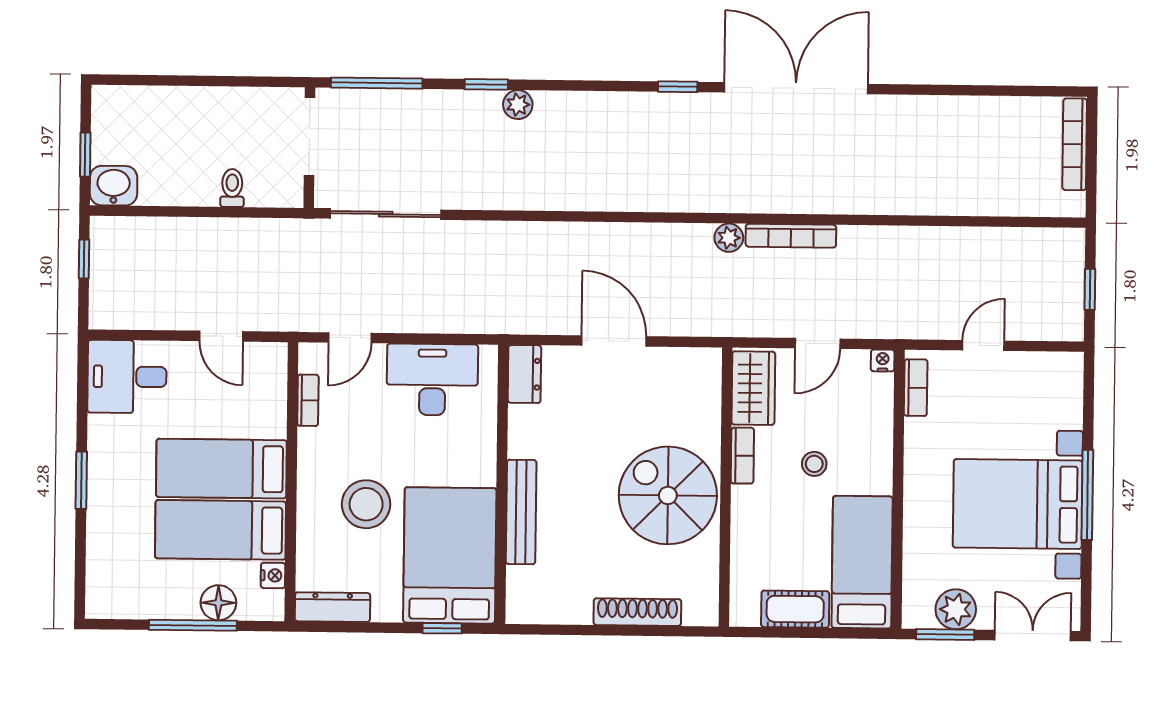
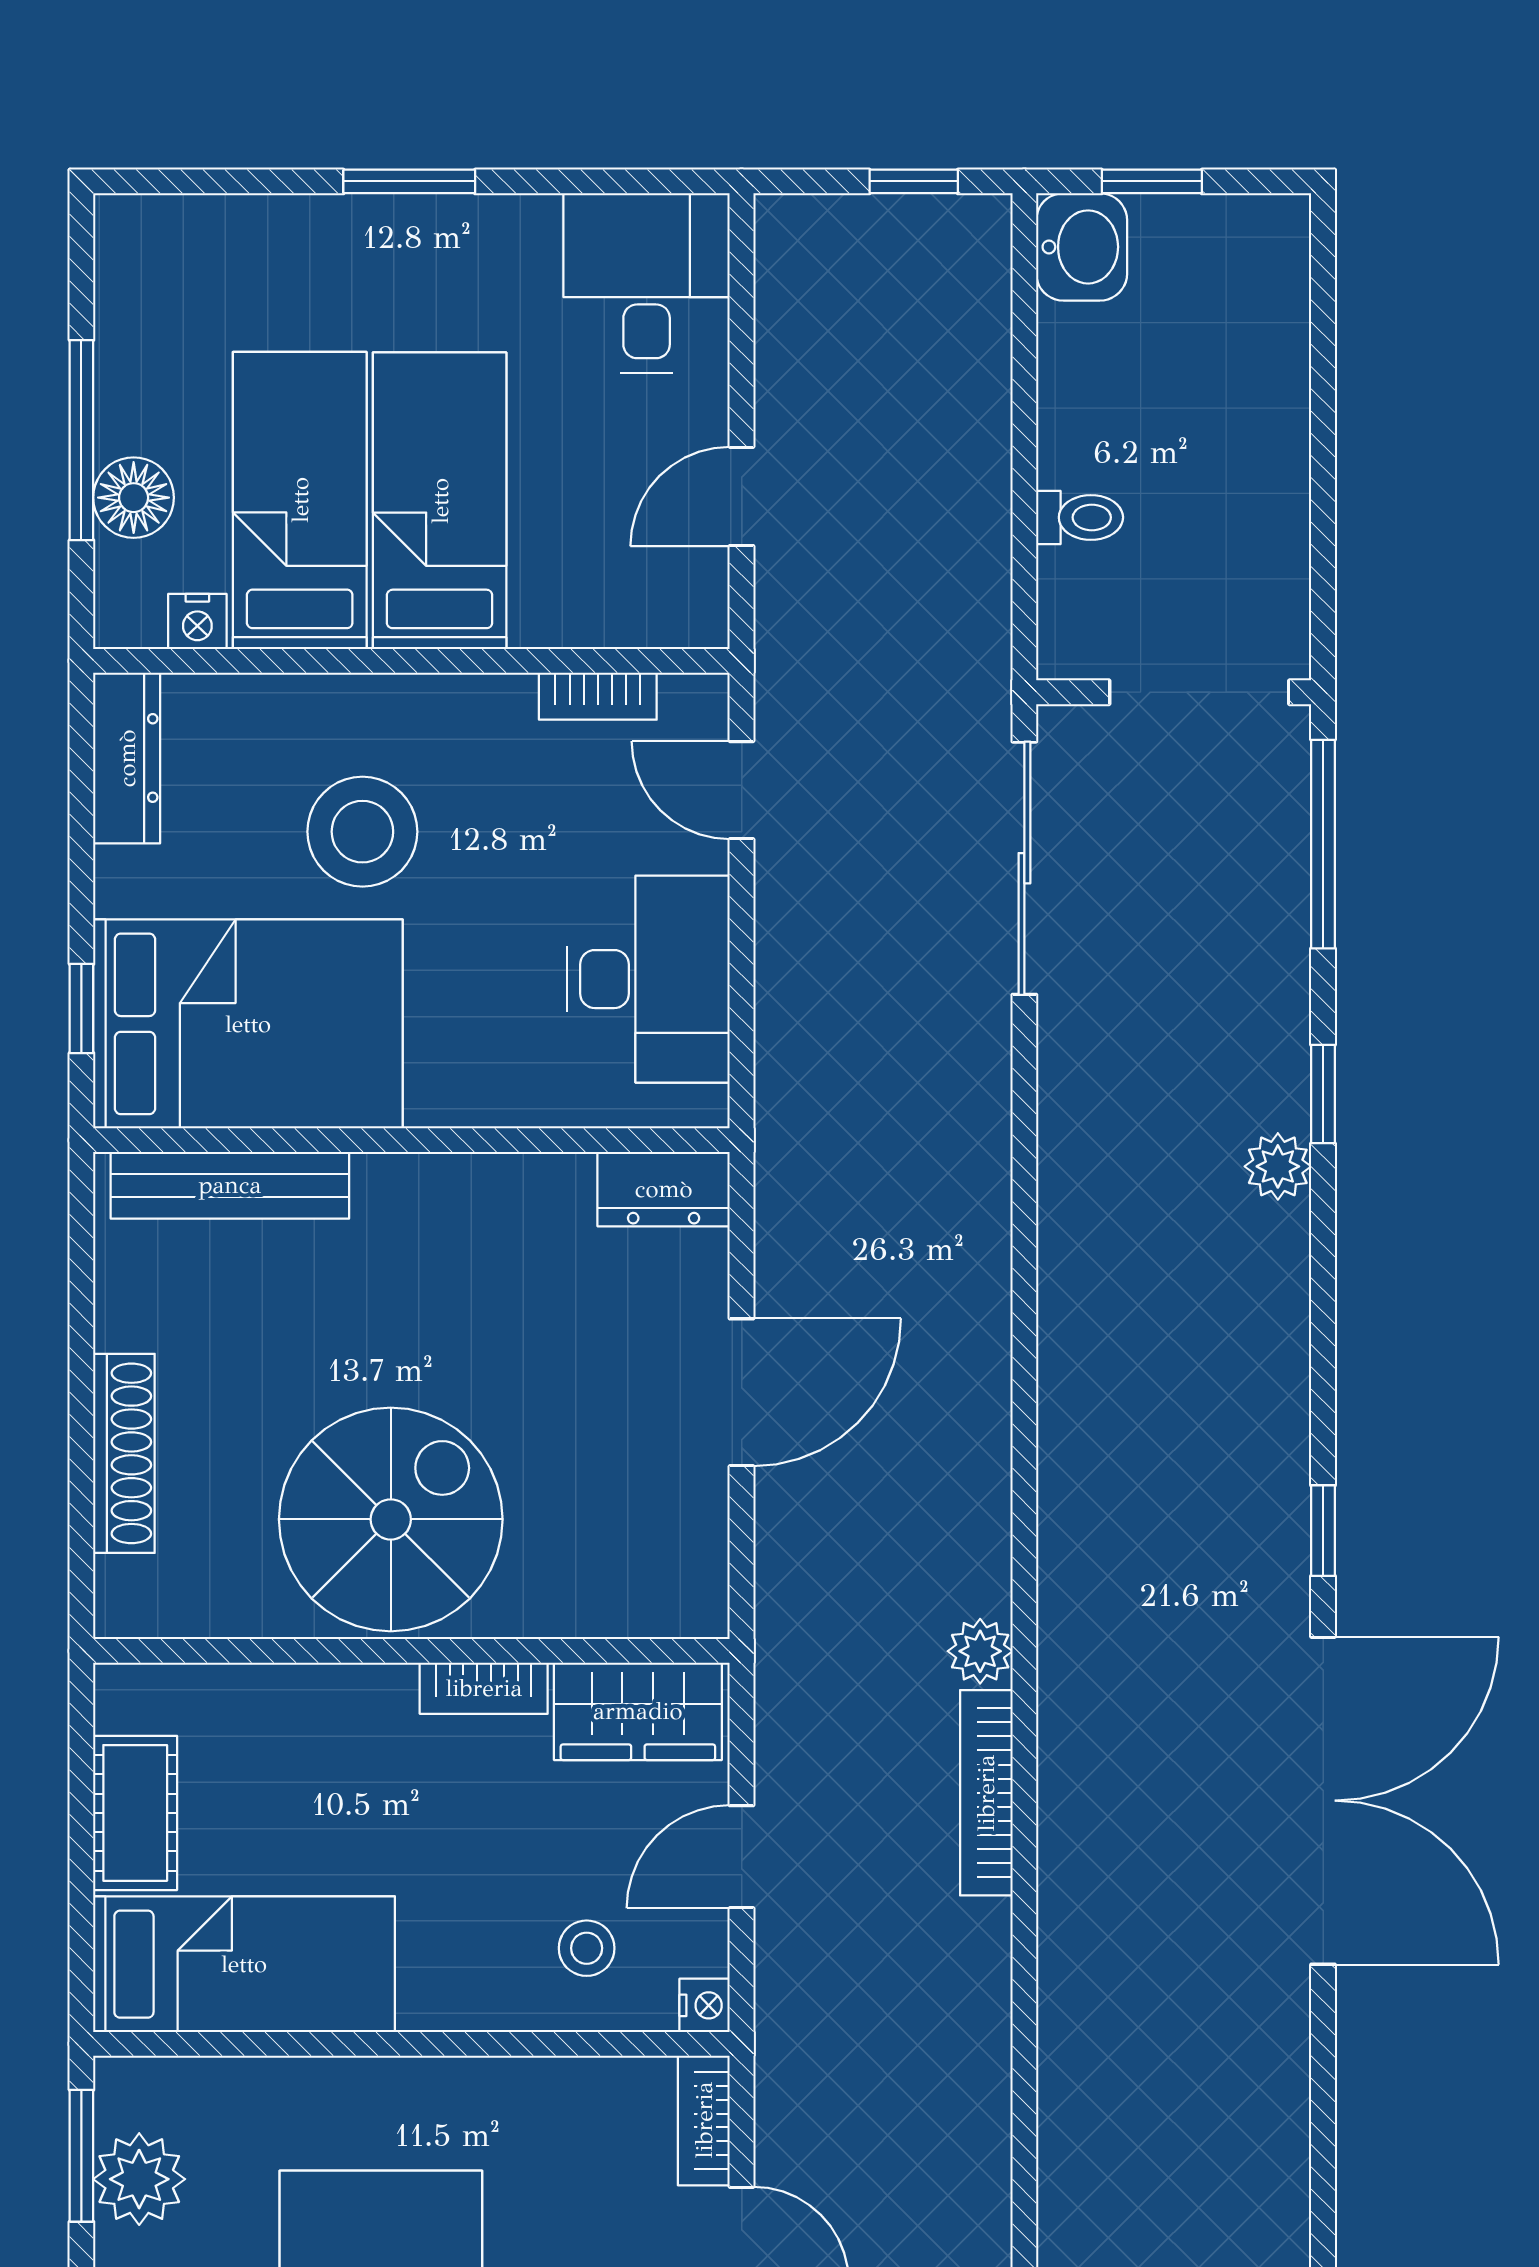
door: (818, 343) -> (742, 1857), hinge flipped
bookcase: (916, 388) -> (704, 2120), moved, turned 90
stool: (814, 464) -> (587, 1948), moved
bench: (521, 512) -> (230, 1185), moved

